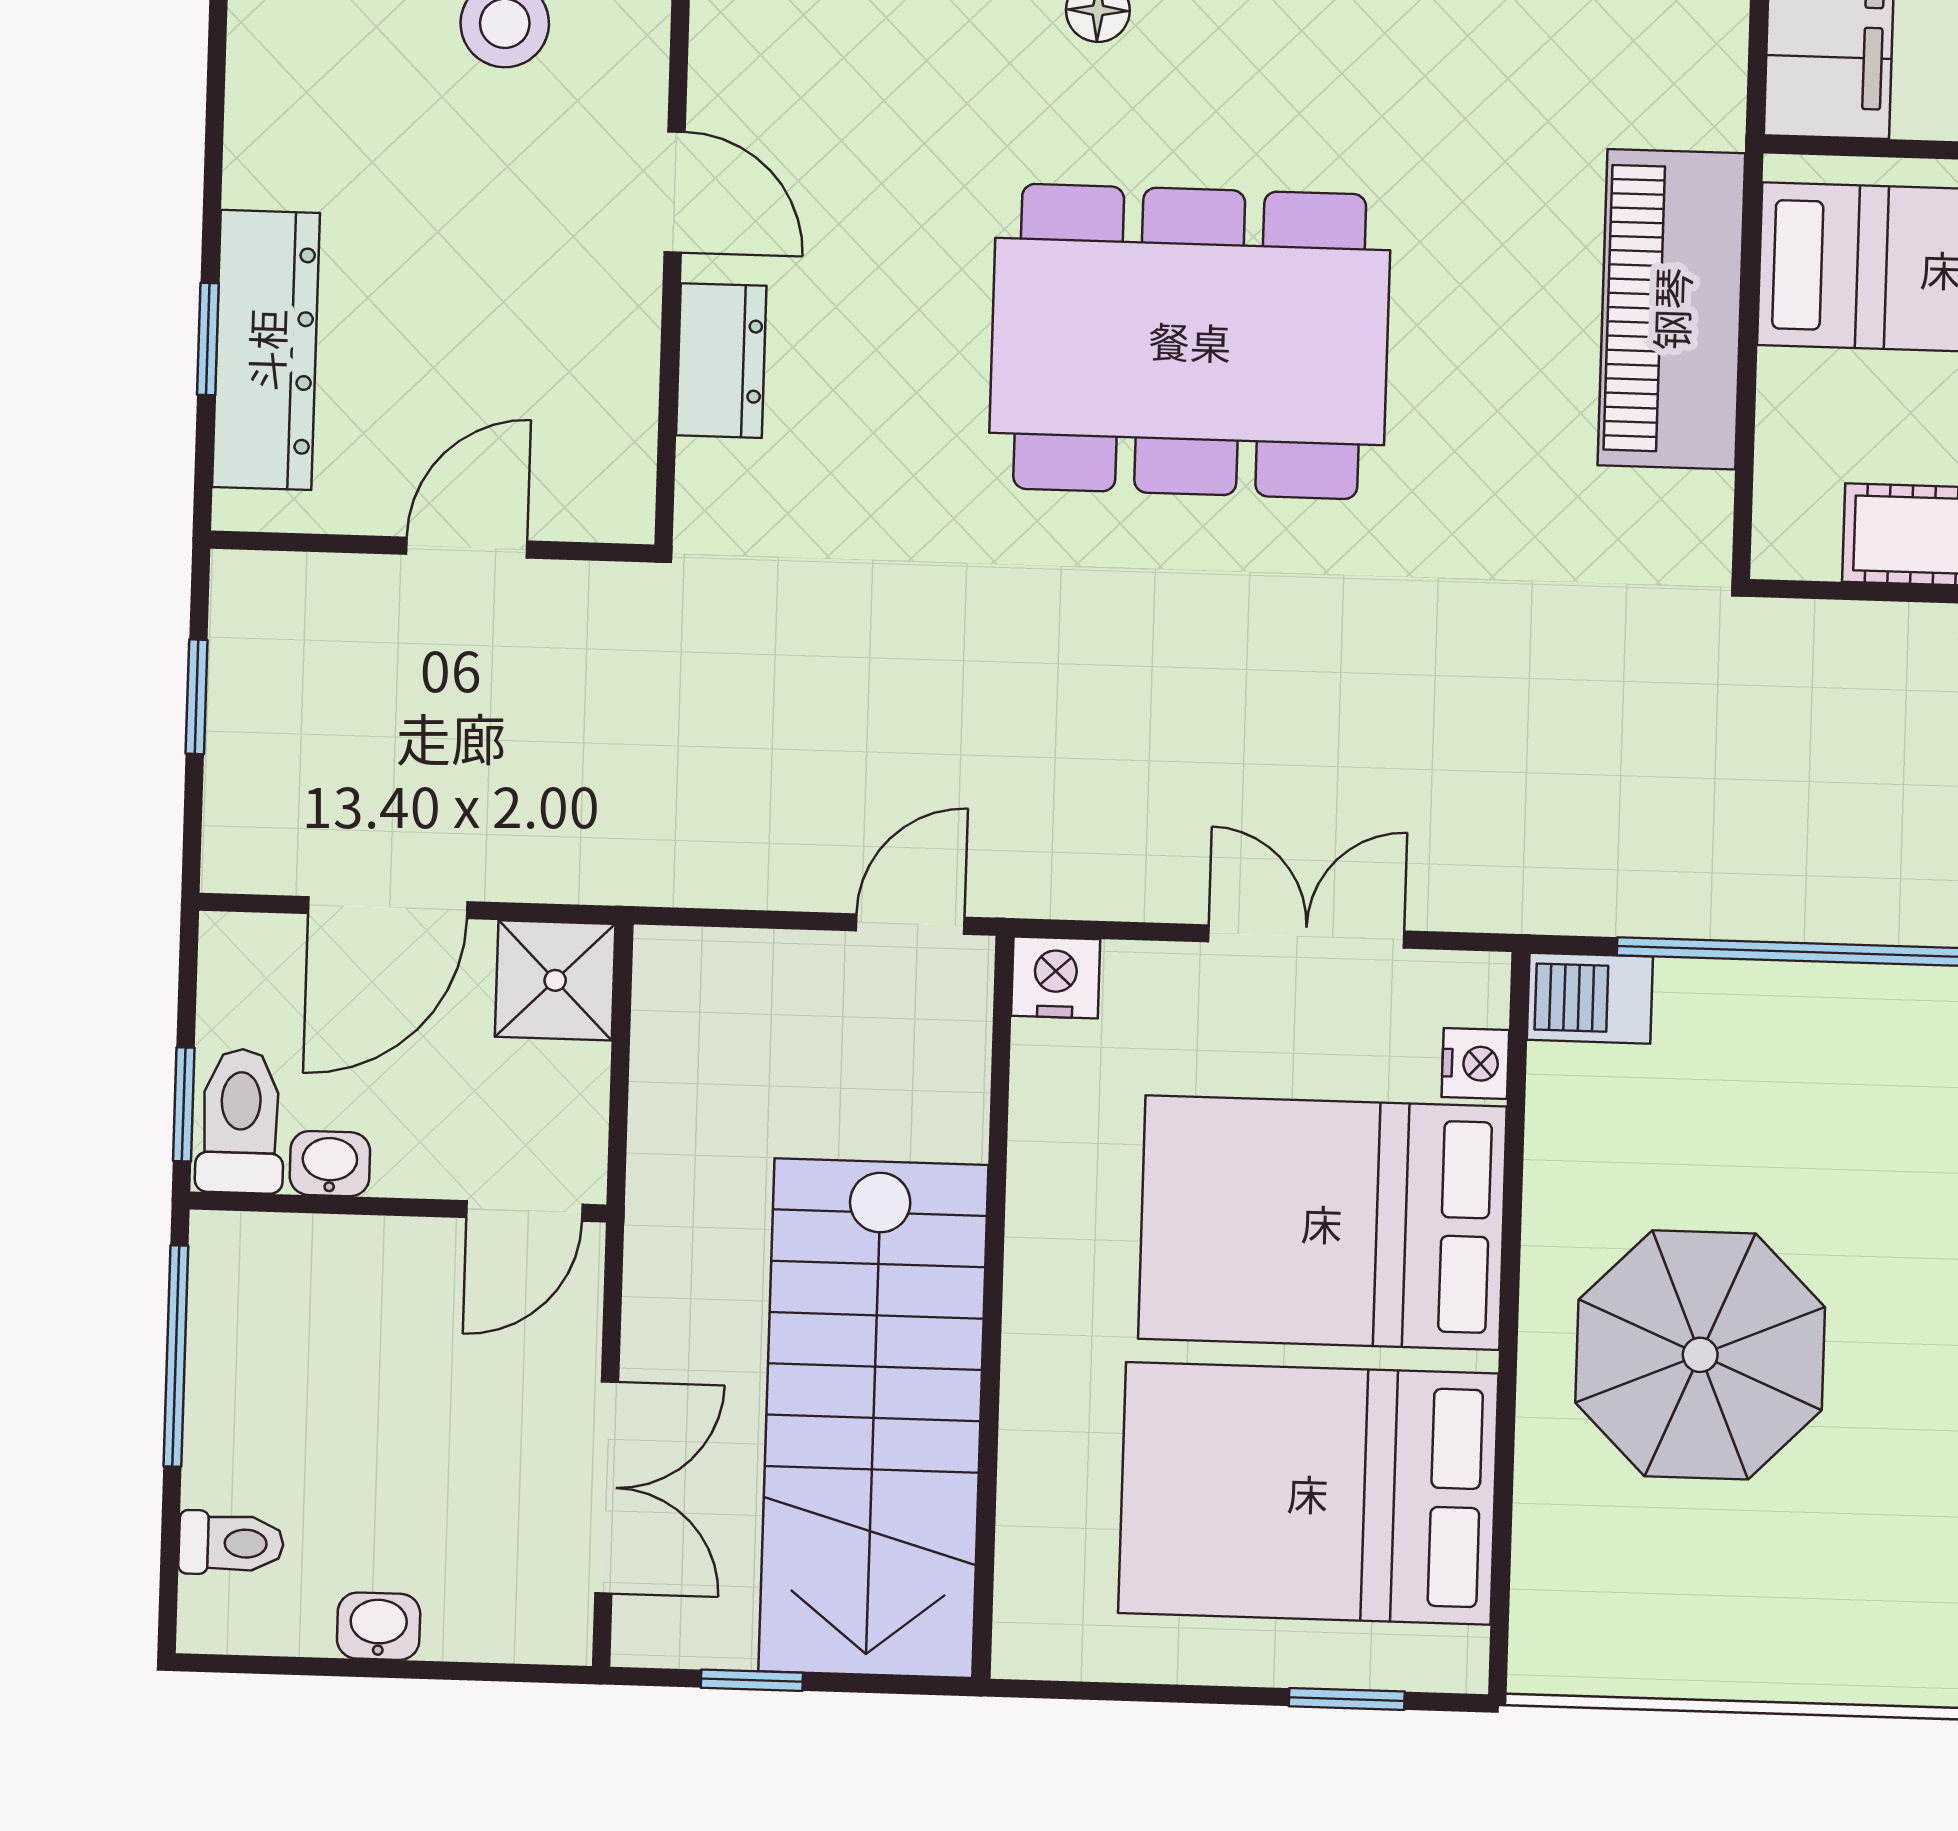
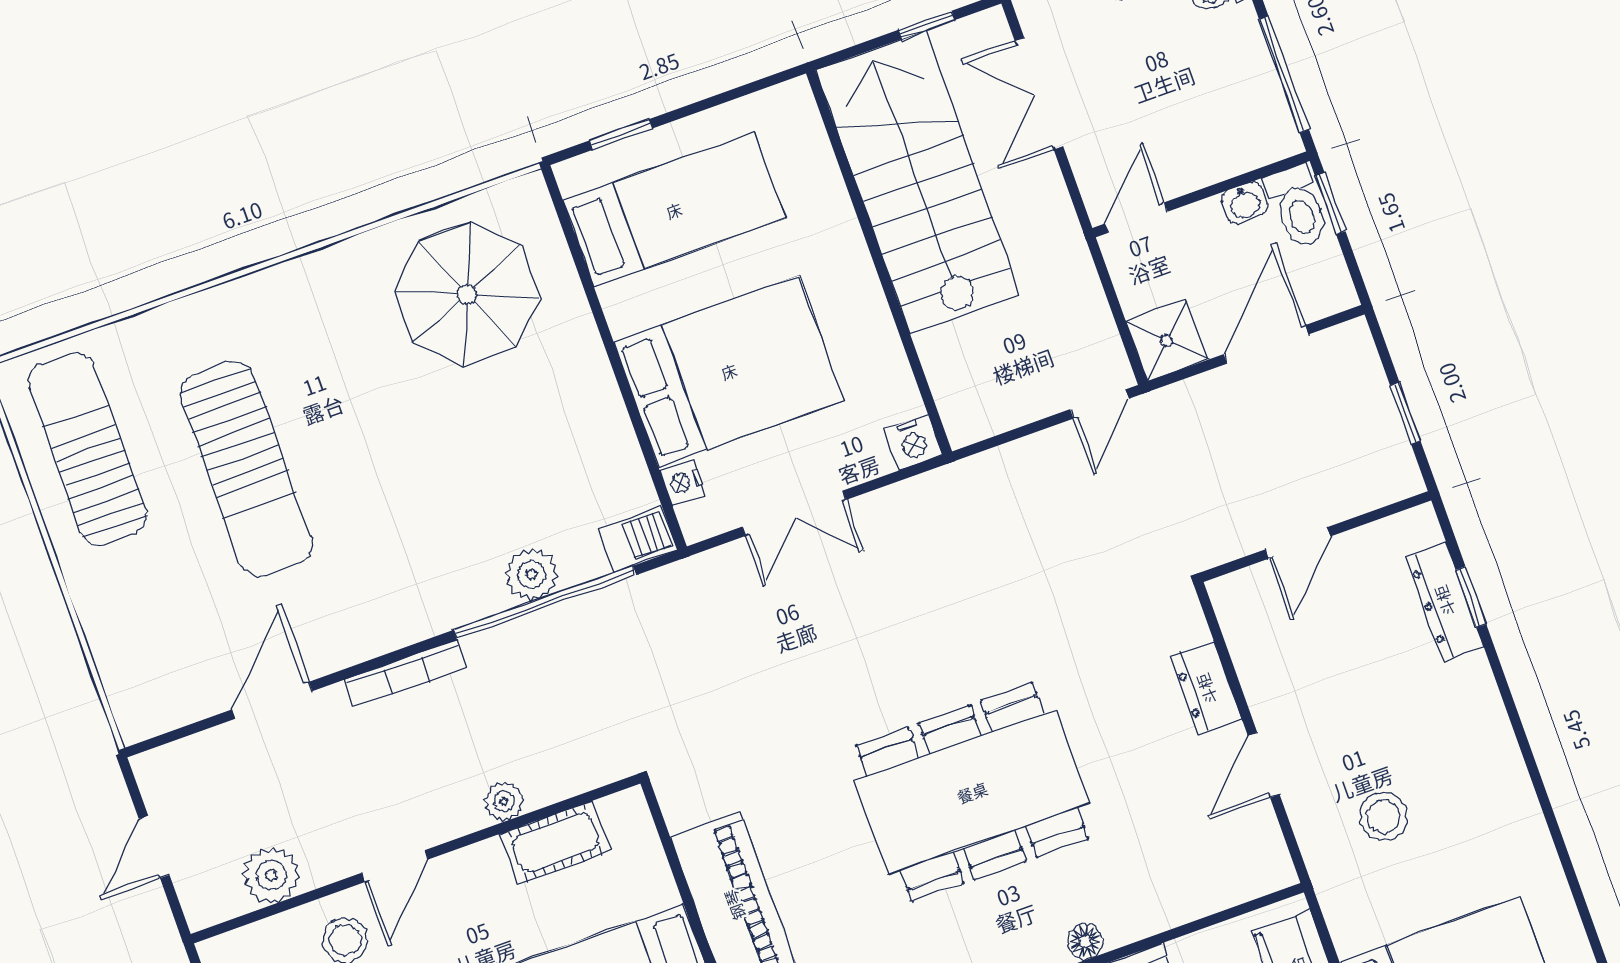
door: (675, 192) -> (1264, 765), hinge flipped
dresser: (266, 350) -> (1444, 601), width x0.73, depth x0.80
door: (910, 924) -> (1100, 404), moved
plant: (1795, 1009) -> (531, 575), added
parasol: (1700, 1355) -> (467, 294), moved
bed: (1308, 1493) -> (674, 210), width x0.67

